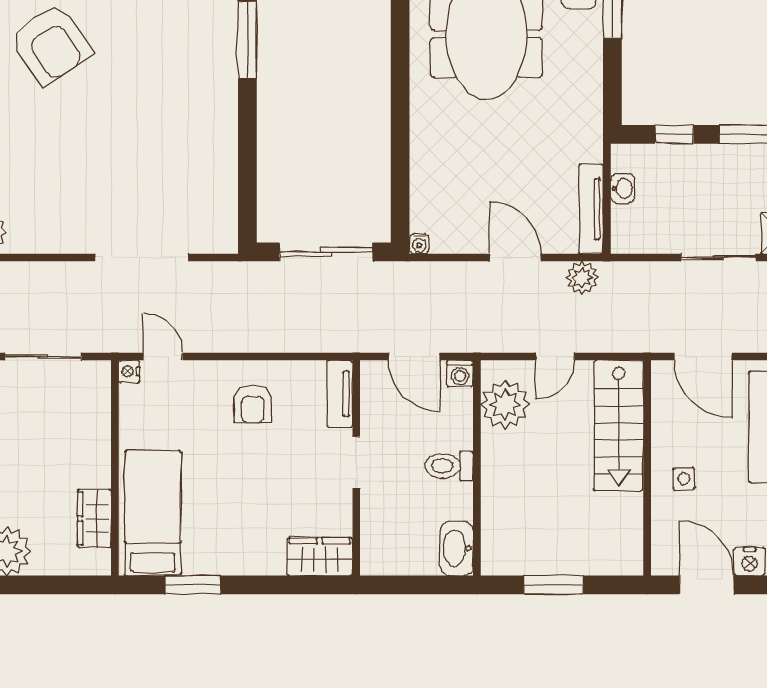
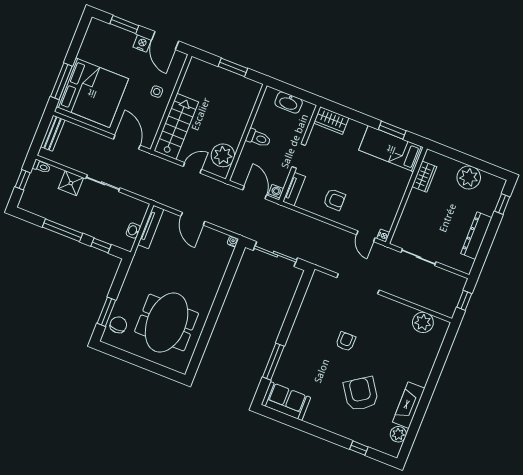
armchair: (121, 135) -> (346, 341), added
plant: (582, 278) -> (167, 198), removed
washing machine: (460, 373) -> (276, 192), moved
armchair: (253, 404) -> (334, 200), turned 90
bed: (153, 513) -> (391, 149), moved, turned 90
washbasin: (457, 548) -> (289, 103), moved, turned 90

